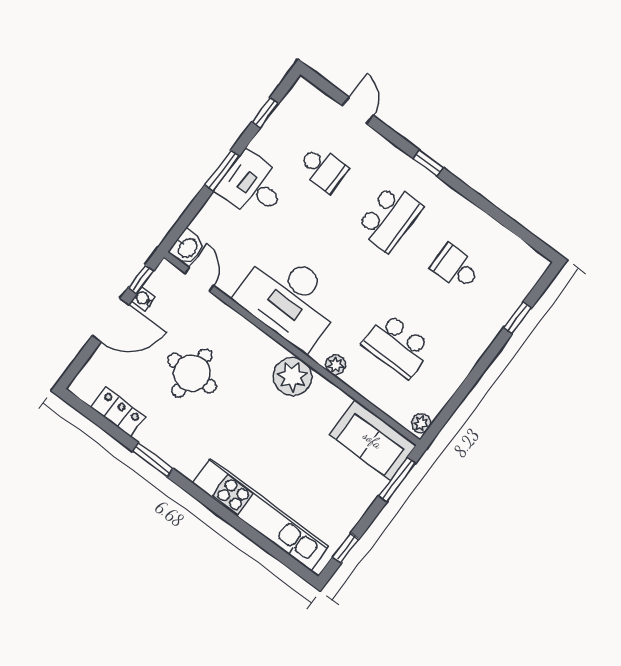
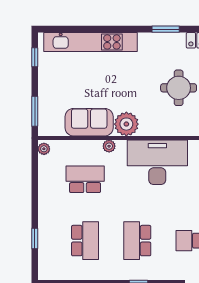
school desk: (456, 268) -> (85, 241), width x1.85
sofa: (373, 440) -> (89, 122), moved

